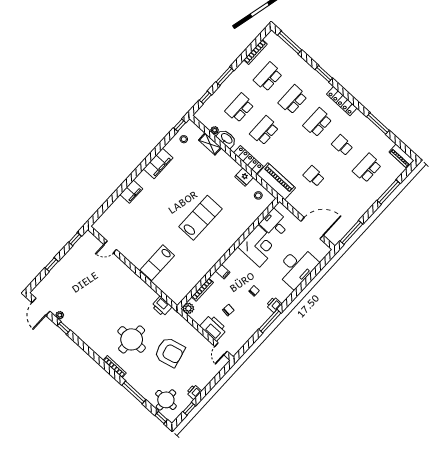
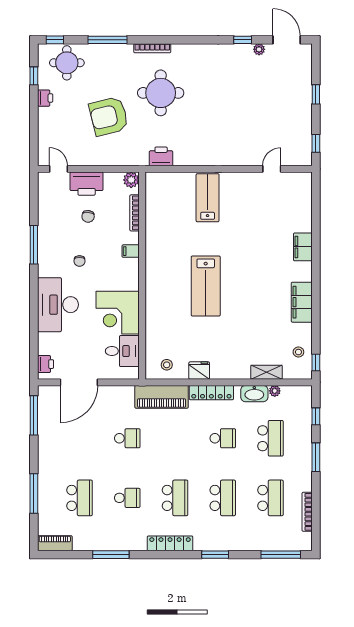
school desk: (264, 131) -> (223, 438), width x0.54
desk: (297, 267) -> (58, 305), moved
printer: (274, 305) -> (46, 364), moved

